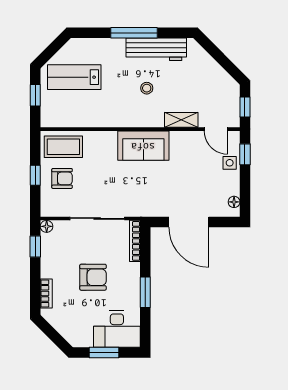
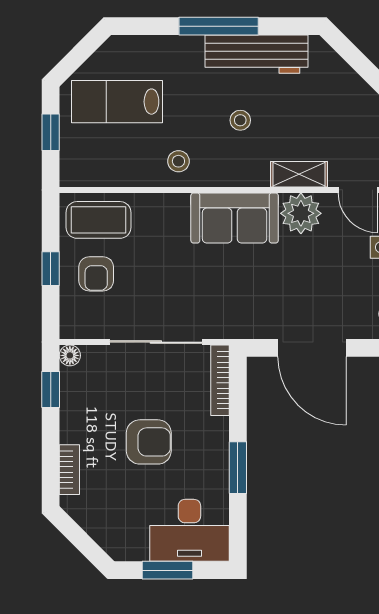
stool: (110, 112) -> (178, 161), added
plant: (182, 143) -> (301, 213), added
armchair: (62, 178) -> (96, 274), turned 90

